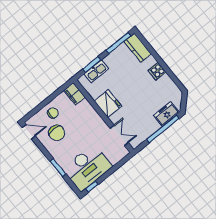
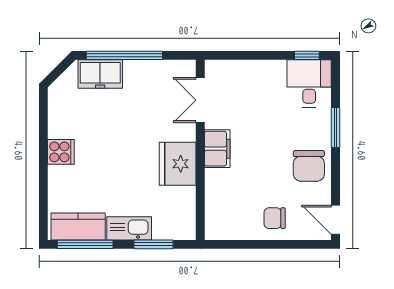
kitchen counter: (138, 48) -> (78, 226), moved, turned -90
kitchen sink: (96, 71) -> (129, 228), moved
filing cabinet: (74, 94) -> (217, 149), moved
chair: (57, 133) -> (309, 166), moved, turned 180
desk: (87, 168) -> (309, 83), width x0.53, depth x0.77

